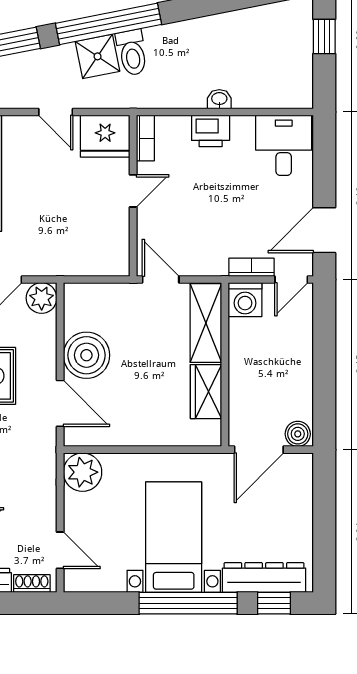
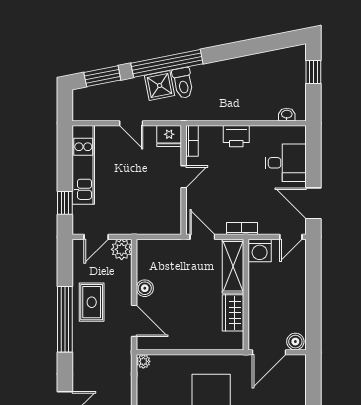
washbasin: (219, 99) -> (287, 115), moved
fridge: (105, 136) -> (169, 136), width x0.73, depth x0.75
desk: (284, 145) -> (286, 163), moved, turned 90
door: (324, 230) -> (313, 203), hinge flipped
bookcase: (251, 267) -> (242, 229), moved
boiler: (86, 355) -> (145, 288), width x0.54, depth x0.54
plant: (83, 472) -> (143, 361), width x0.53, depth x0.53

